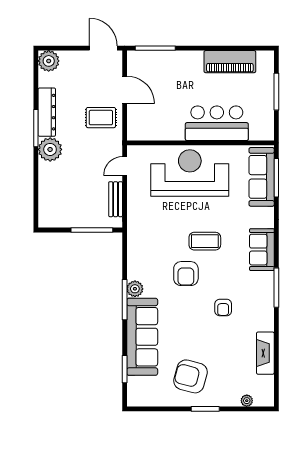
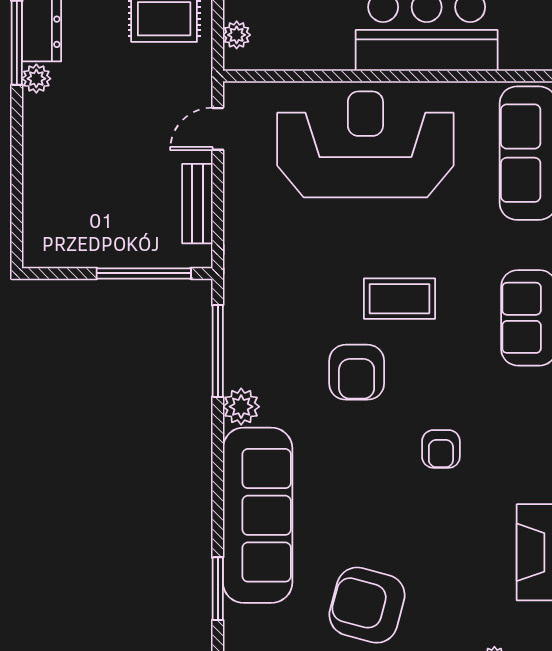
plant: (133, 125) -> (237, 35), added
plant: (50, 149) -> (36, 79), width x0.53, depth x0.53
window: (125, 300) -> (218, 351), moved

